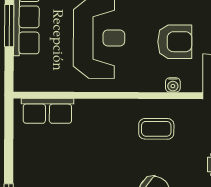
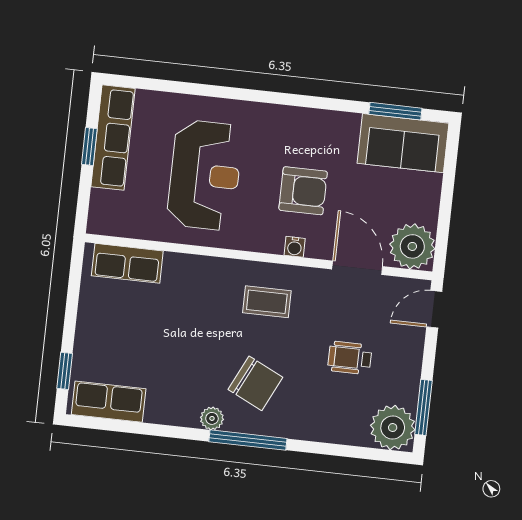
window: (9, 26) -> (89, 147), width x0.67

